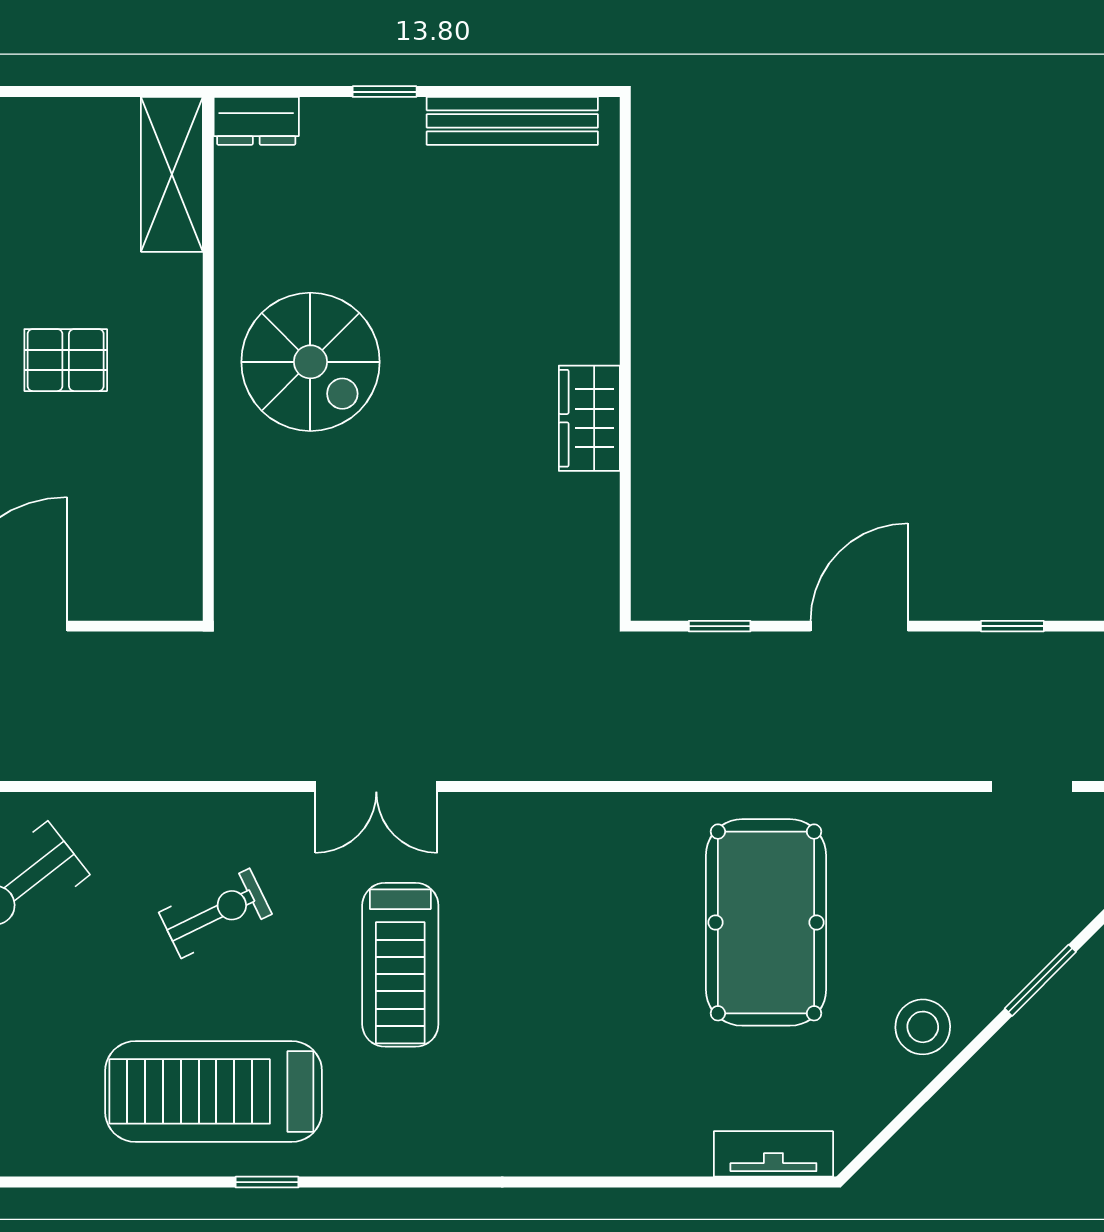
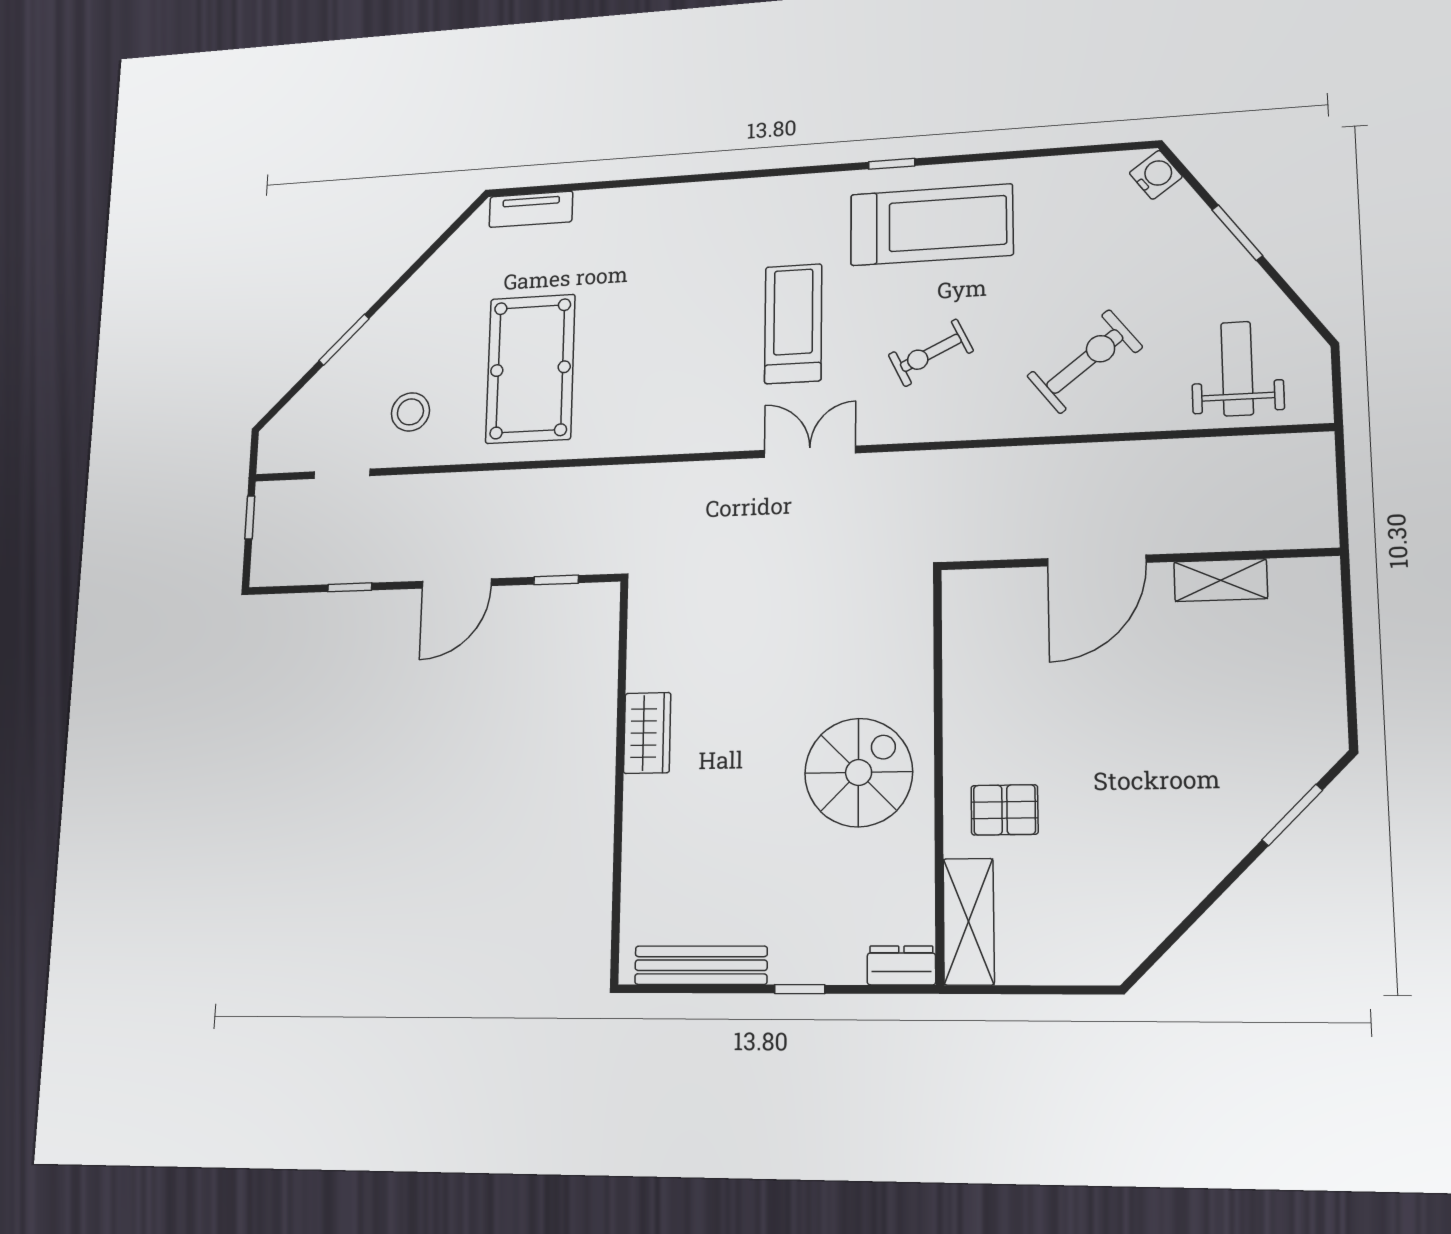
pallet: (66, 360) -> (1005, 810), moved
spiral stairs: (310, 362) -> (859, 772), turned 90
stool: (923, 1027) -> (410, 412), moved

